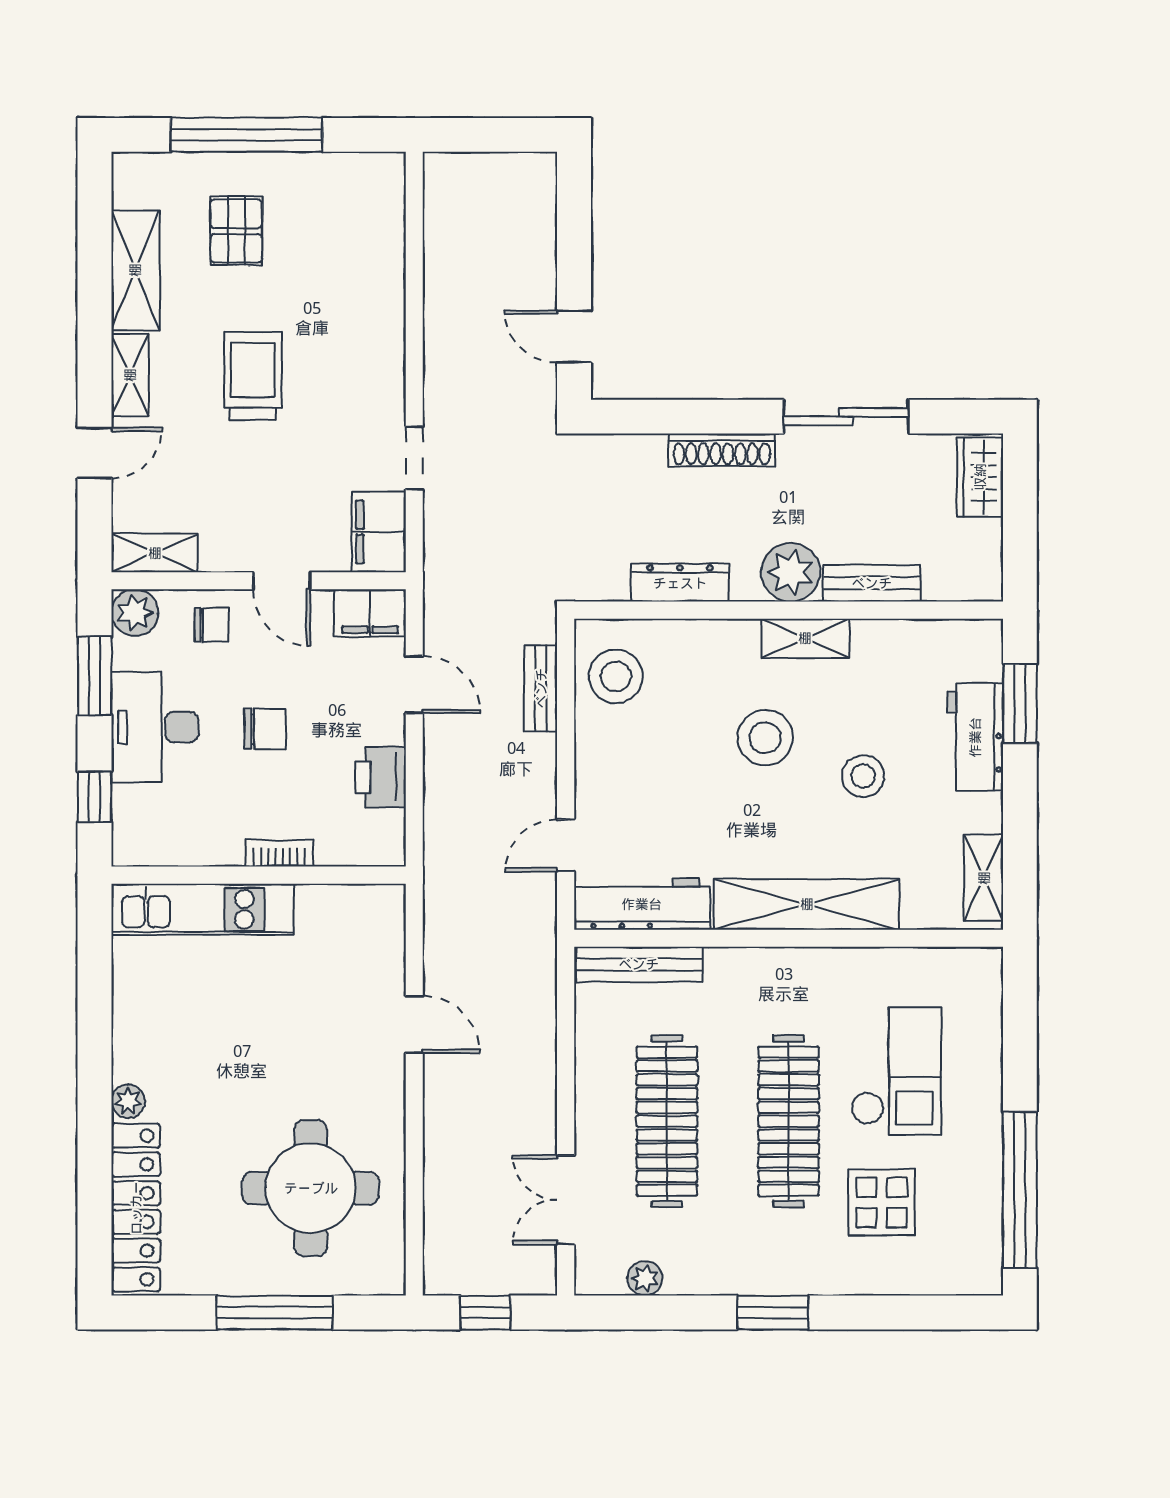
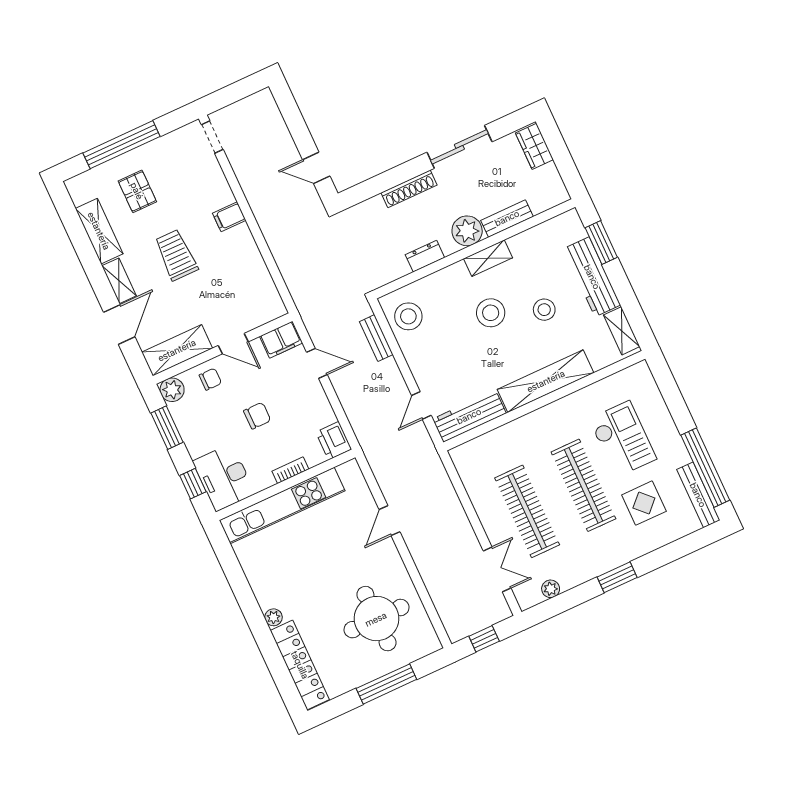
door: (95, 453) -> (119, 324), width x1.38
doorway: (414, 458) -> (212, 137), moved
filing cabinet: (379, 532) -> (229, 217), moved, width x0.50
shelving: (155, 553) -> (177, 350), width x1.50, depth x1.33
dresser: (680, 583) -> (425, 256), width x0.70
desk: (155, 727) -> (224, 477), moved
workbench: (975, 737) -> (592, 277), width x1.38
printer: (381, 777) -> (334, 441), moved
kitchen unit: (202, 909) -> (282, 505), width x1.36
bench: (639, 964) -> (698, 495), moved, turned 90
door: (414, 1025) -> (390, 521), swing flipped
double door: (566, 1200) -> (497, 569), swing flipped

